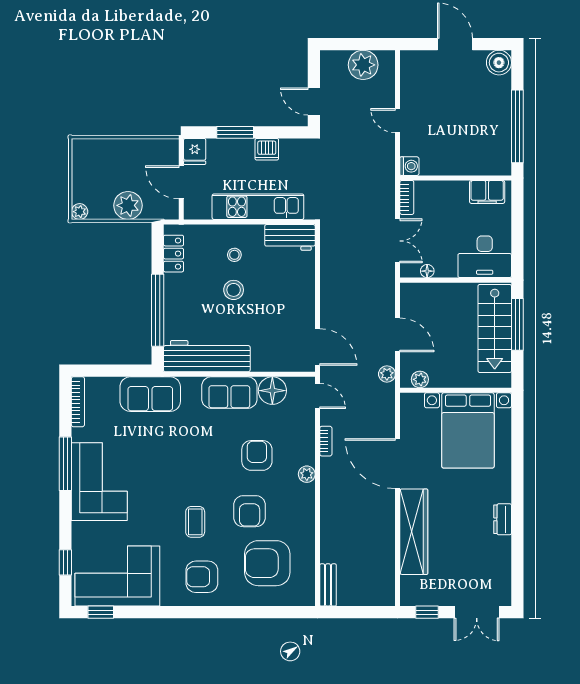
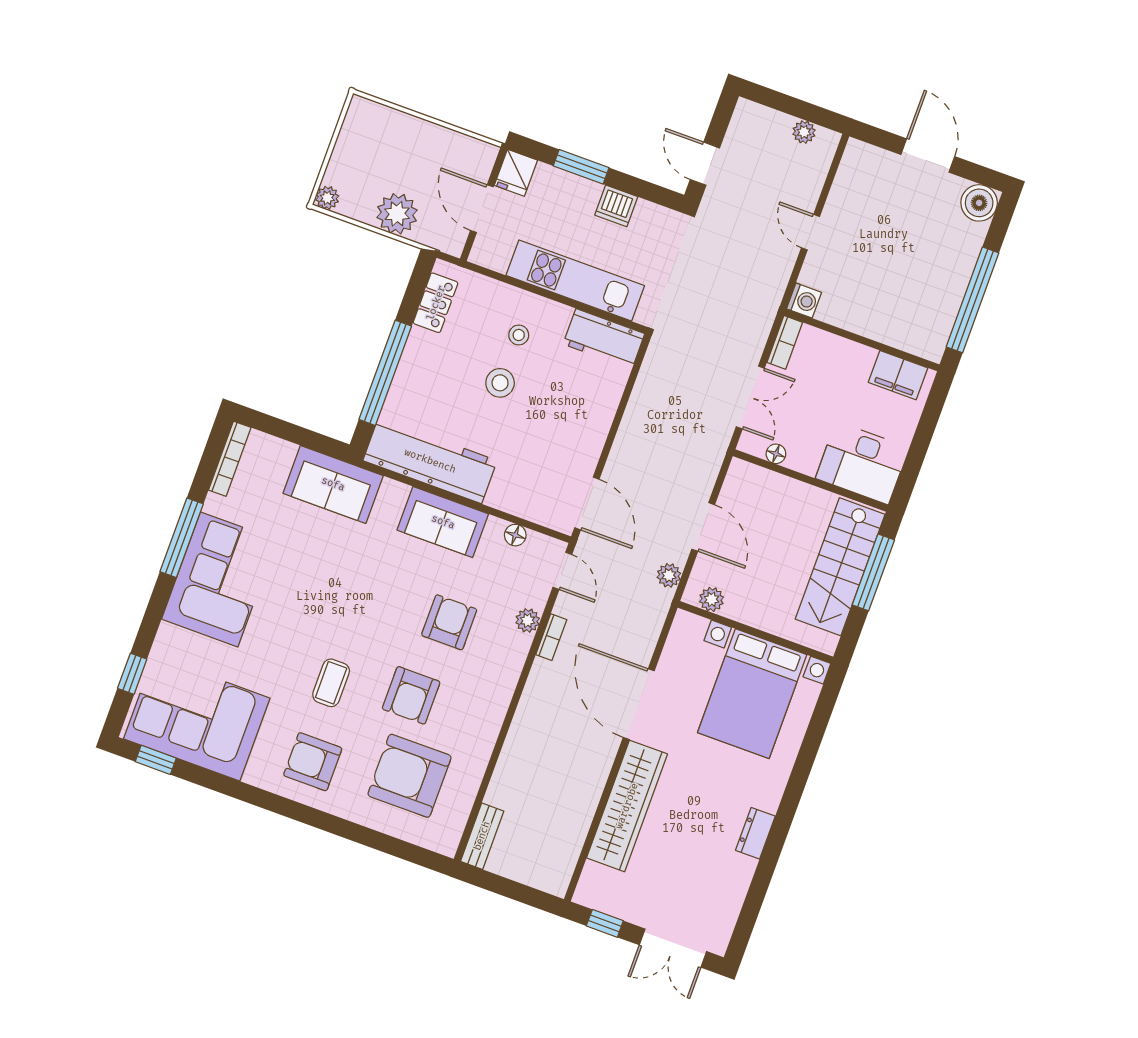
plant: (363, 65) -> (804, 132), width x0.53, depth x0.53
floor lamp: (272, 391) -> (515, 535), width x0.53, depth x0.53
plant: (307, 474) -> (528, 620), moved

